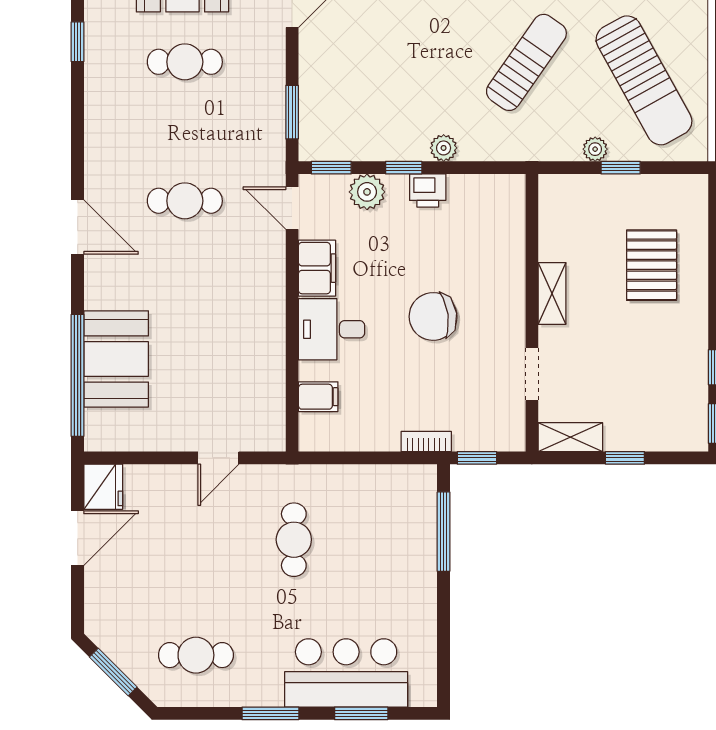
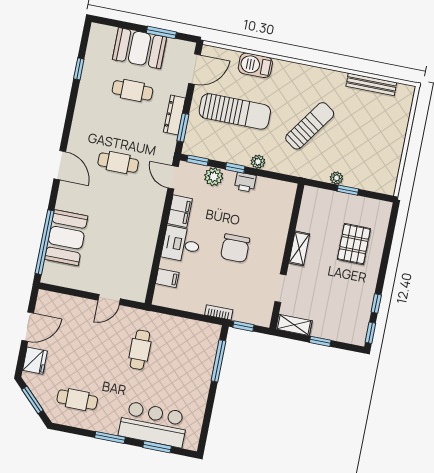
sun lounger: (644, 80) -> (235, 111), moved, turned -61
dresser: (272, 92) -> (174, 115), added
chair: (433, 316) -> (235, 248), turned -82
fridge: (103, 487) -> (35, 361), moved

